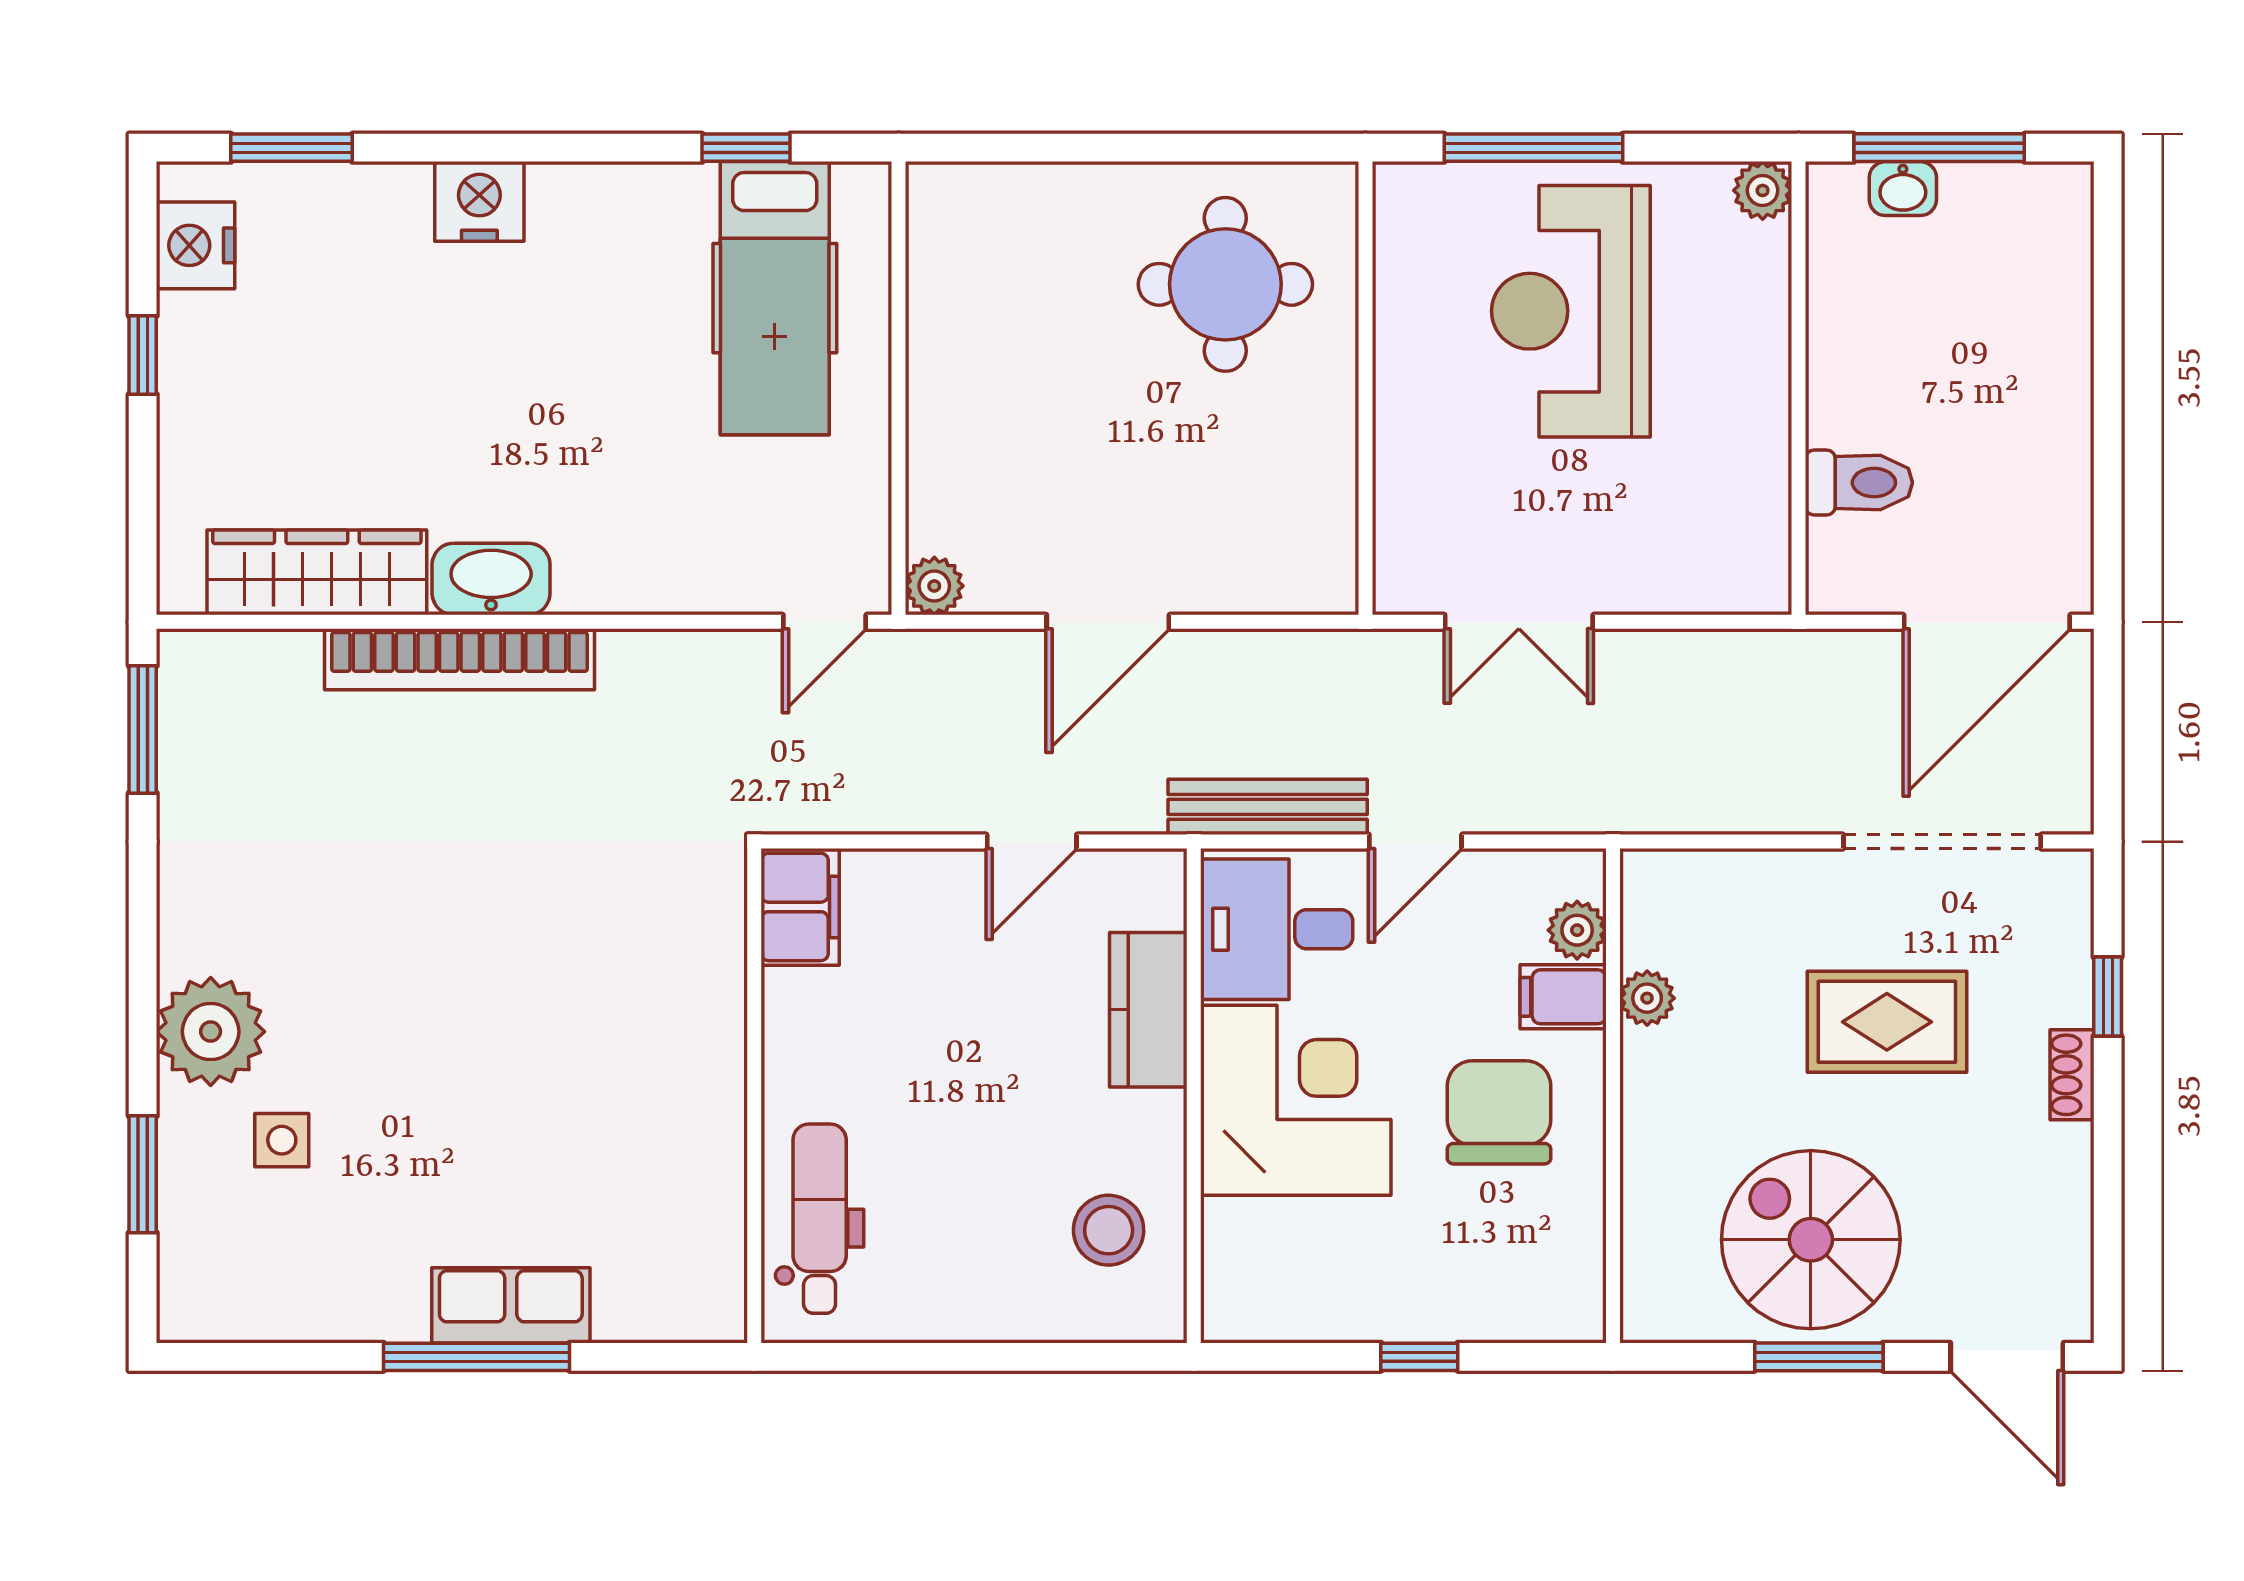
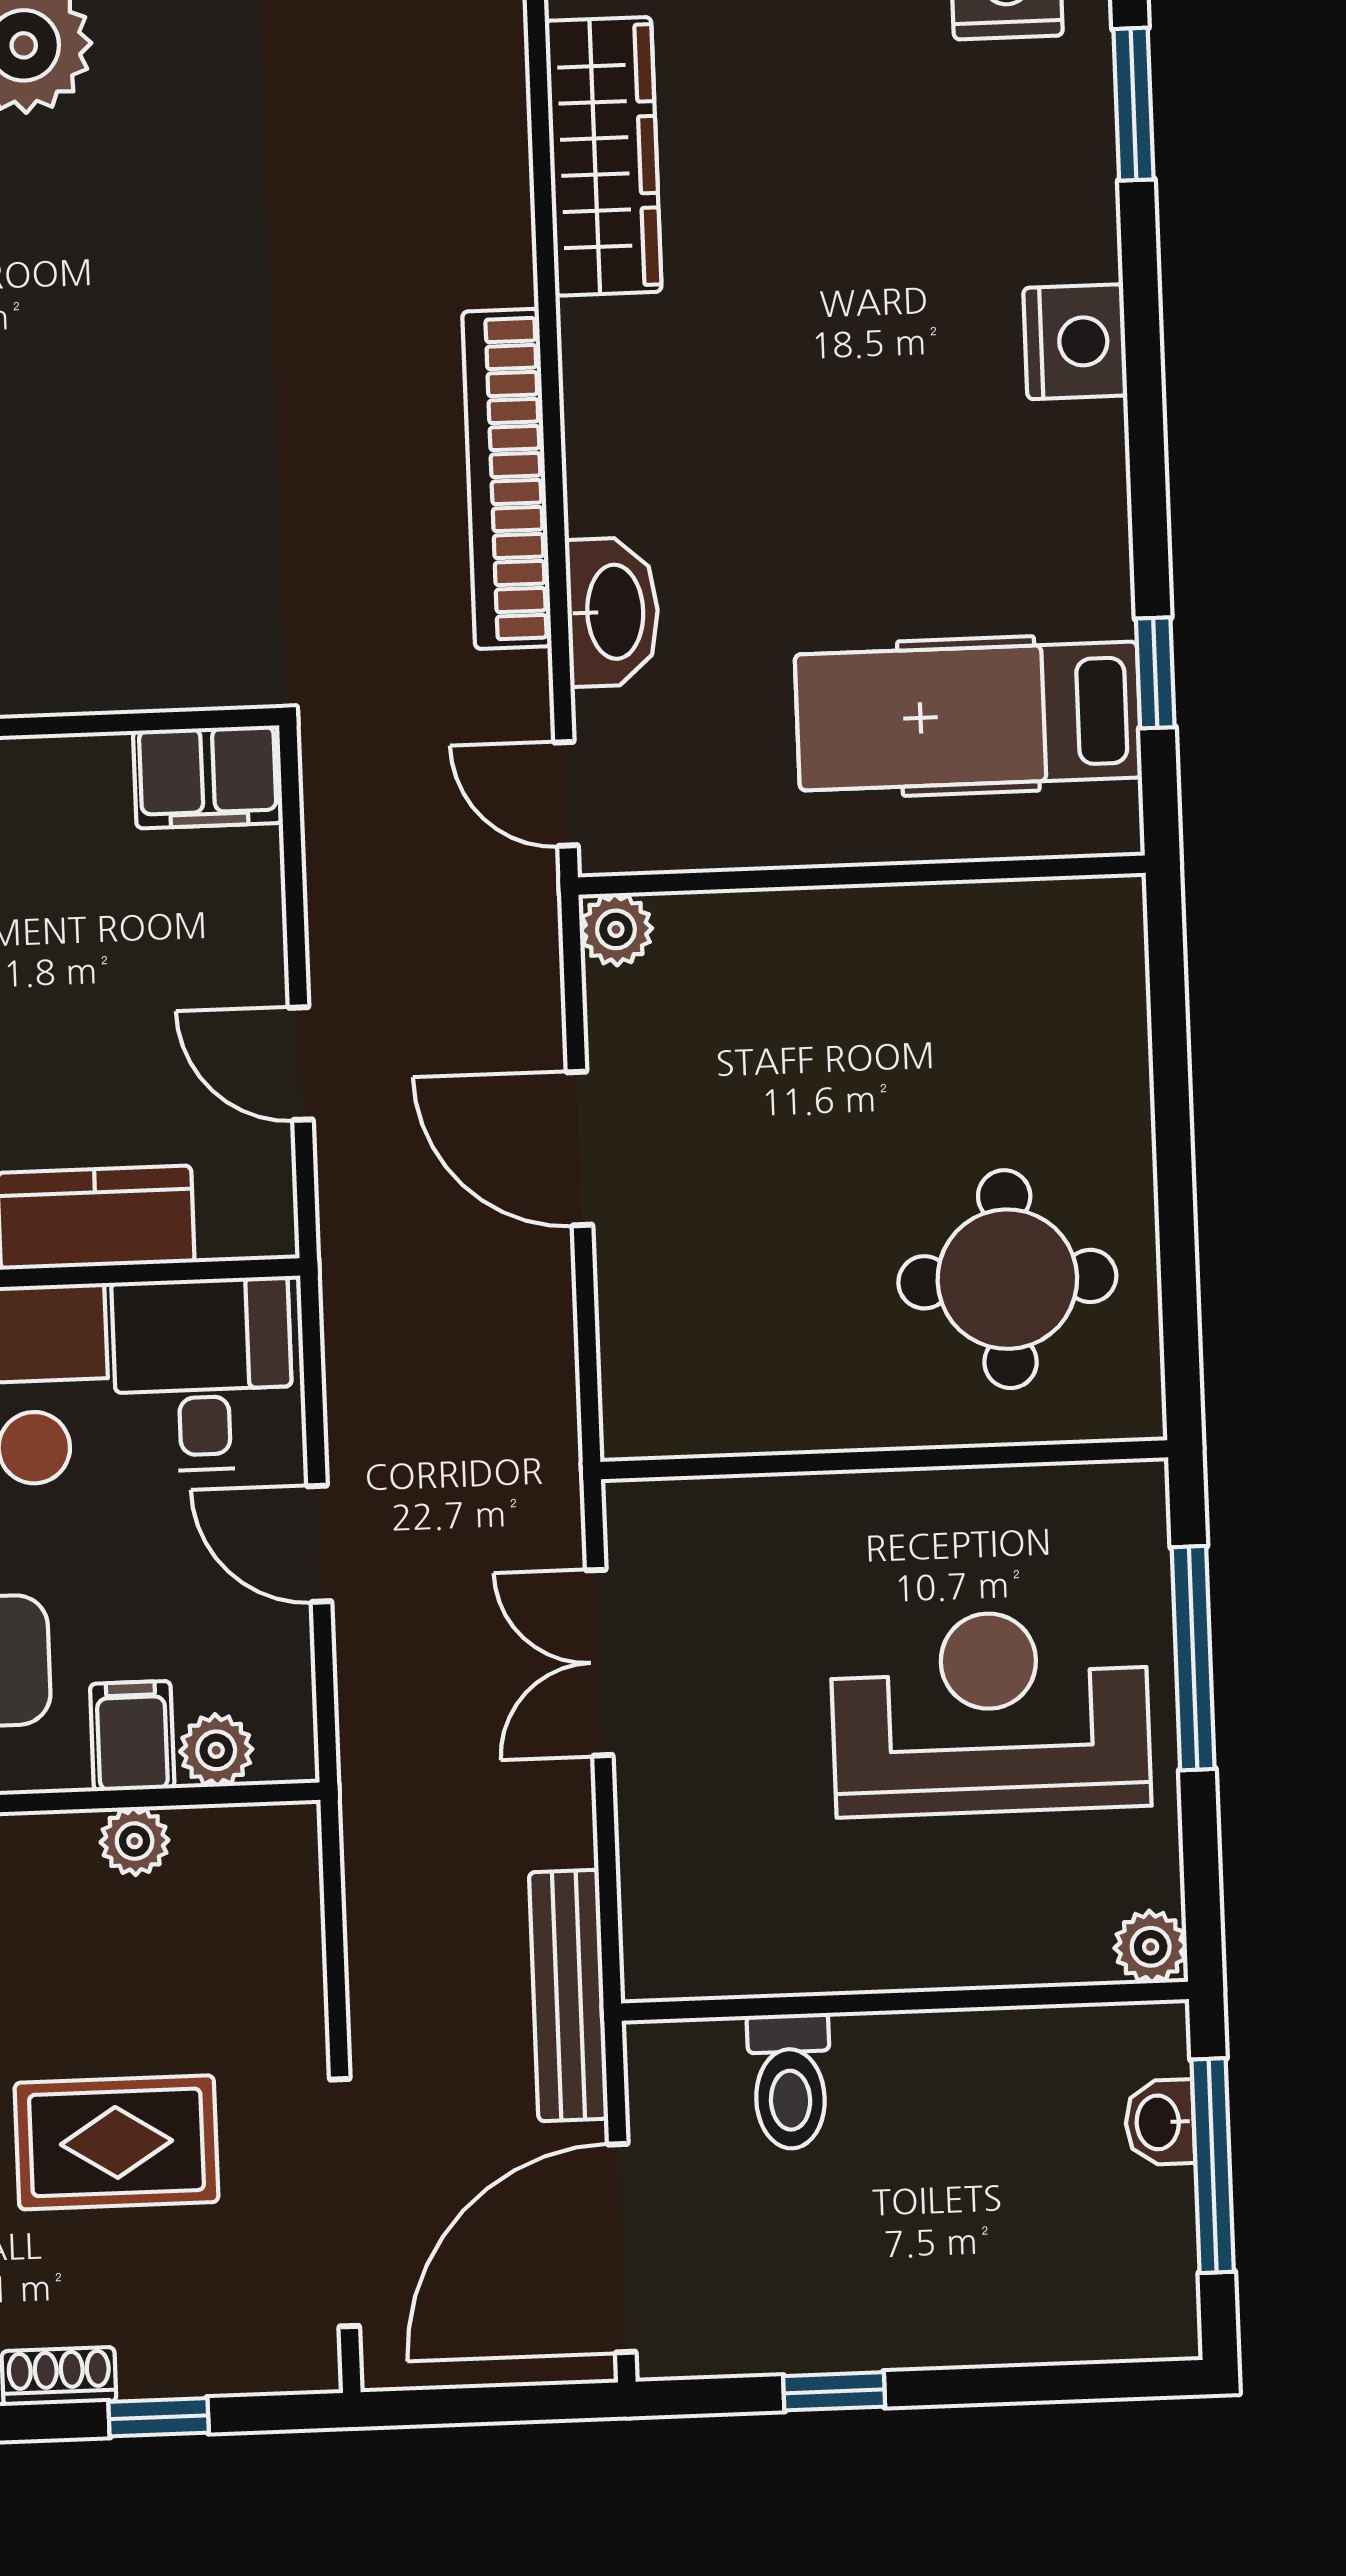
window: (2108, 457) -> (834, 2391), added
washbasin: (491, 579) -> (613, 612), moved
door: (1987, 622) -> (622, 2248), hinge flipped
bookcase: (459, 659) -> (507, 479), moved
bench: (1268, 807) -> (569, 1995), moved
rug: (1887, 1022) -> (116, 2142), turned 90

